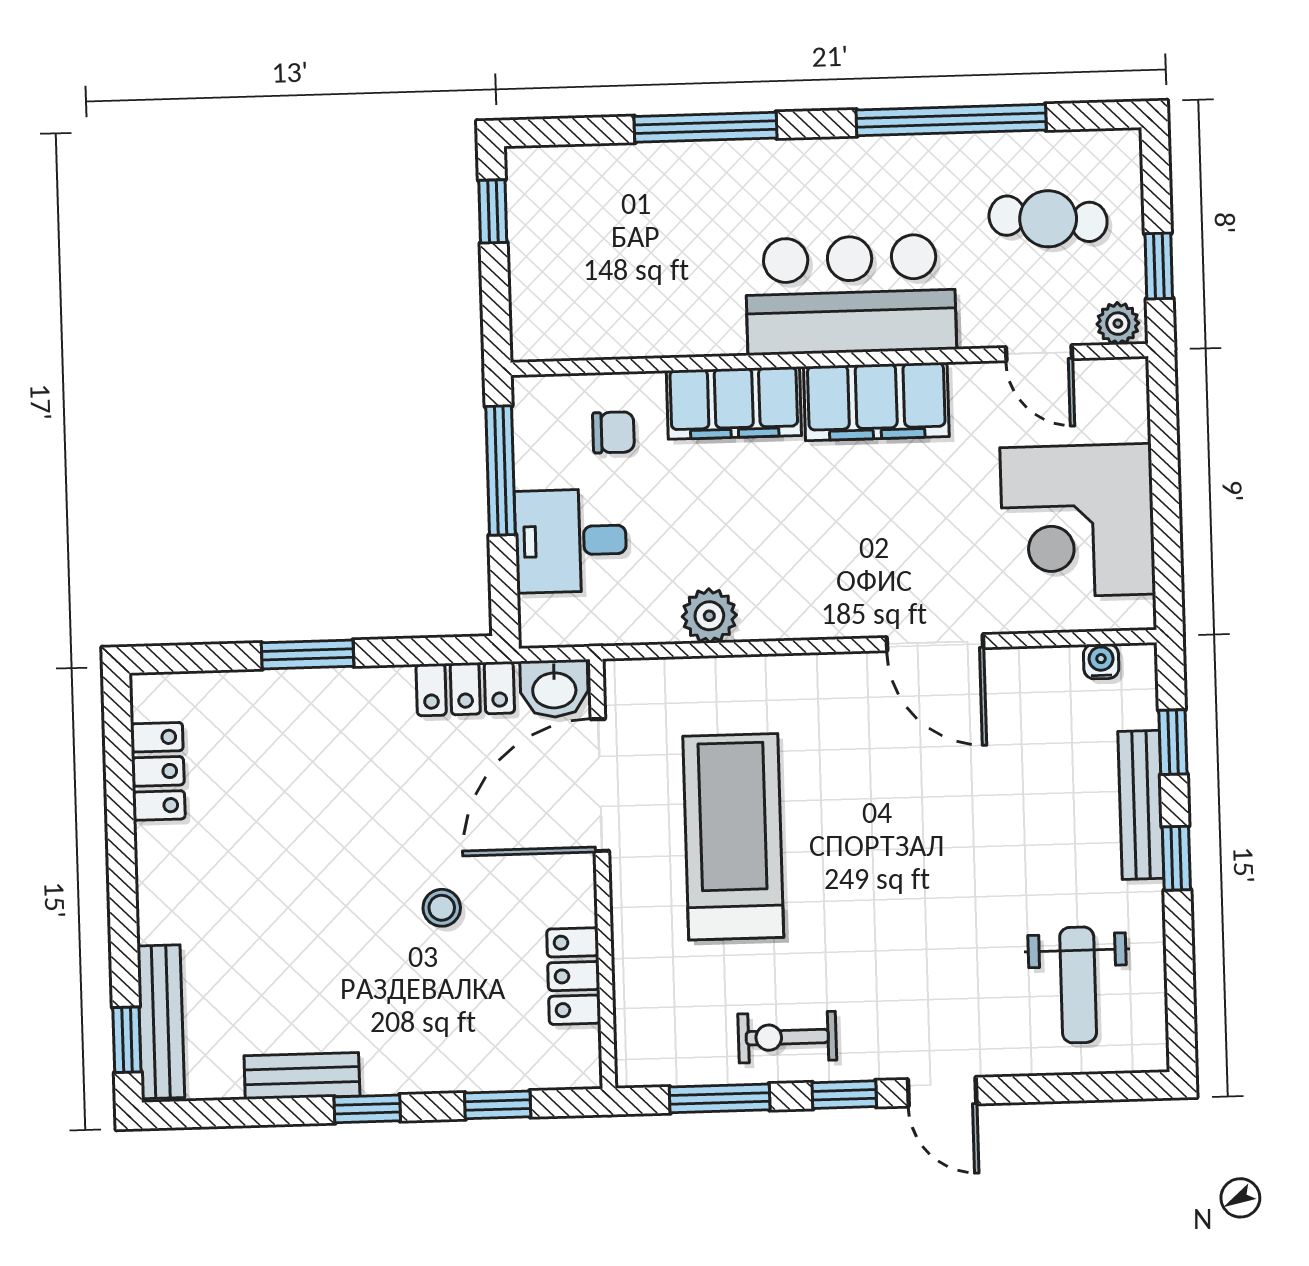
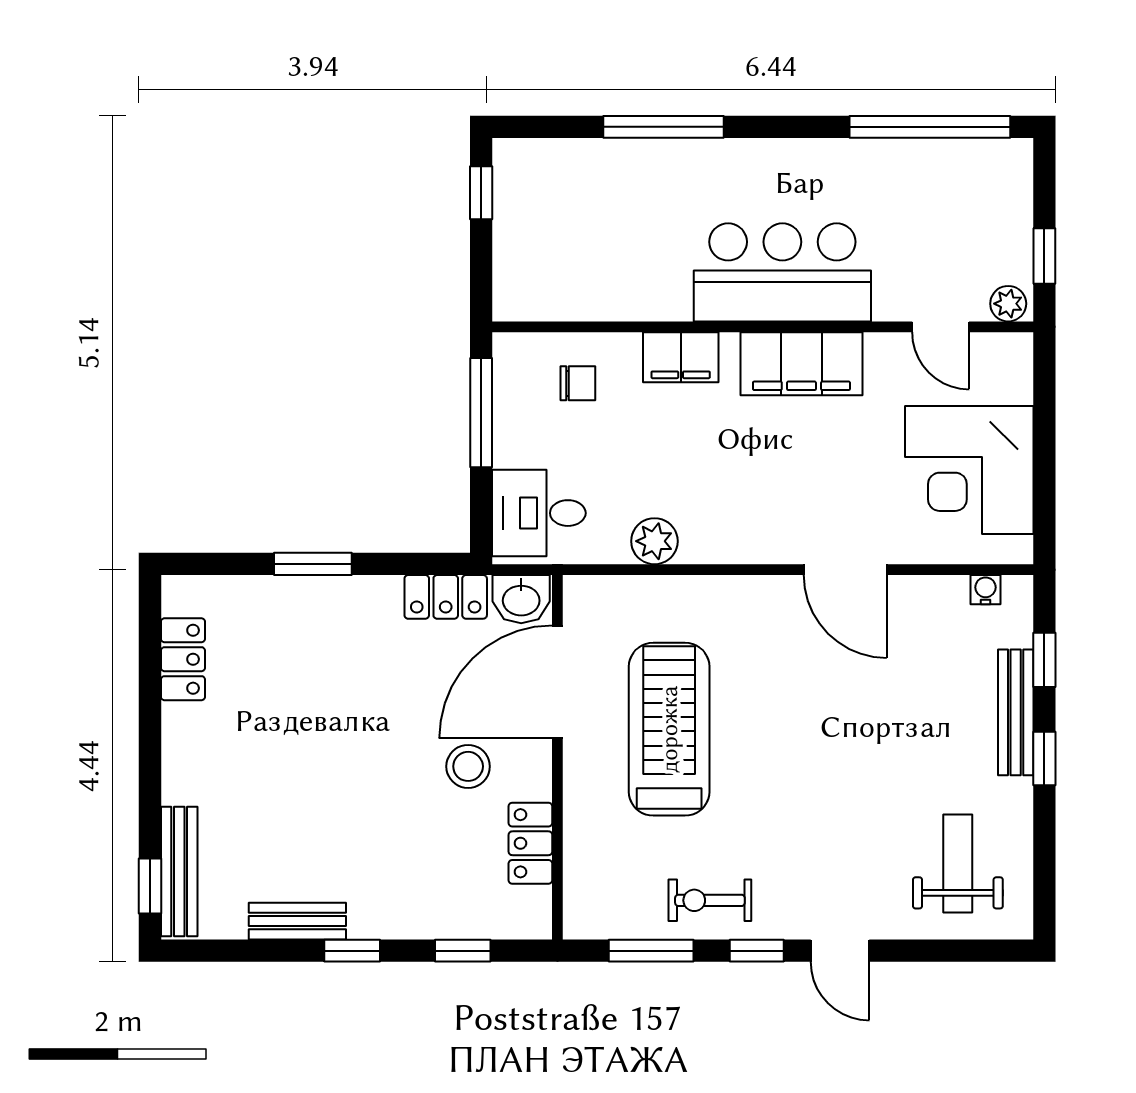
window: (951, 120) -> (930, 127), moved
cafe table: (1048, 219) -> (952, 213), removed
filing cabinet: (734, 403) -> (681, 357), width x0.67, depth x0.86
desk: (571, 541) -> (539, 513), moved
stool: (442, 908) -> (468, 766), moved, width x1.37, depth x1.37
weight bench: (1078, 985) -> (958, 863), turned 180

